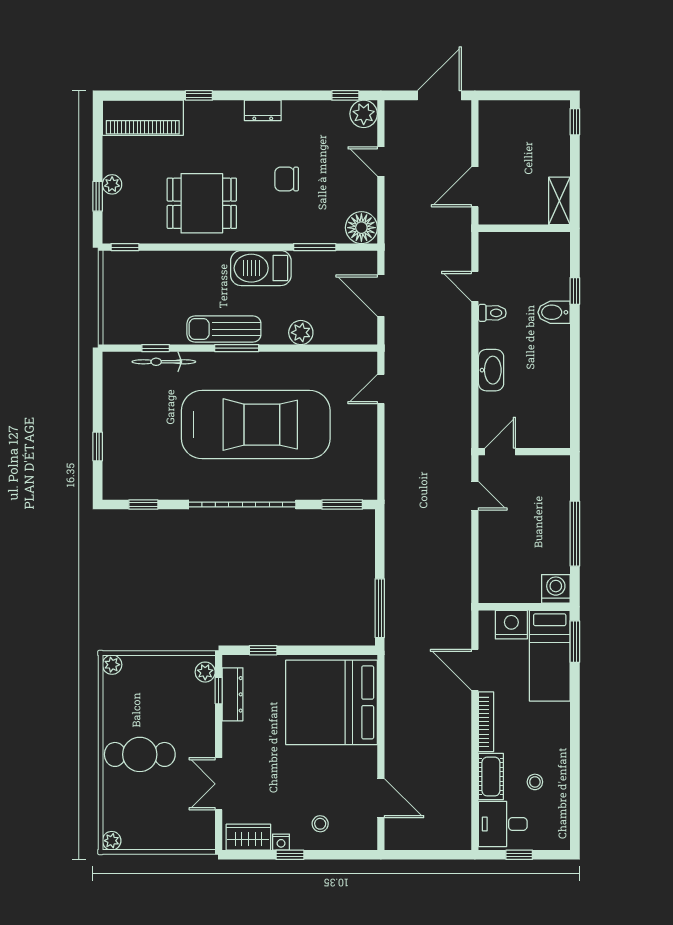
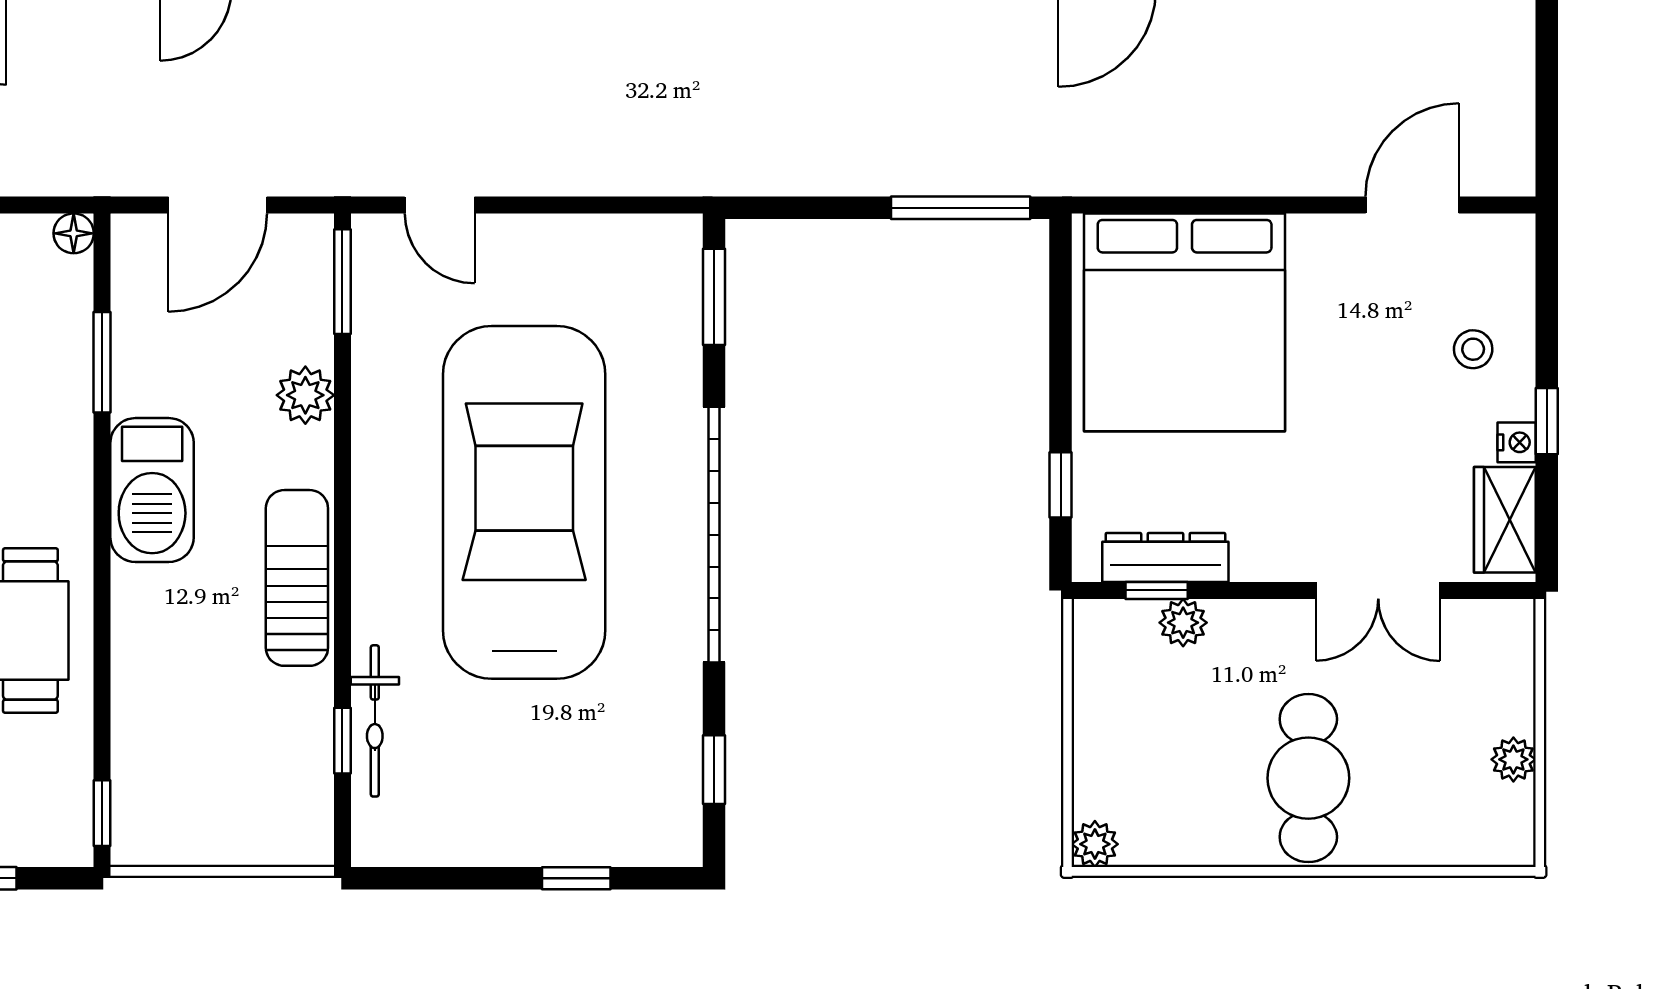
floor lamp: (361, 228) -> (74, 233), width x0.53, depth x0.53
sun lounger: (224, 329) -> (297, 578), turned 180
window: (237, 348) -> (342, 282), moved
plant: (205, 672) -> (1183, 623), moved
plant: (112, 841) -> (1513, 759), moved

